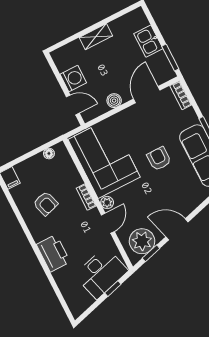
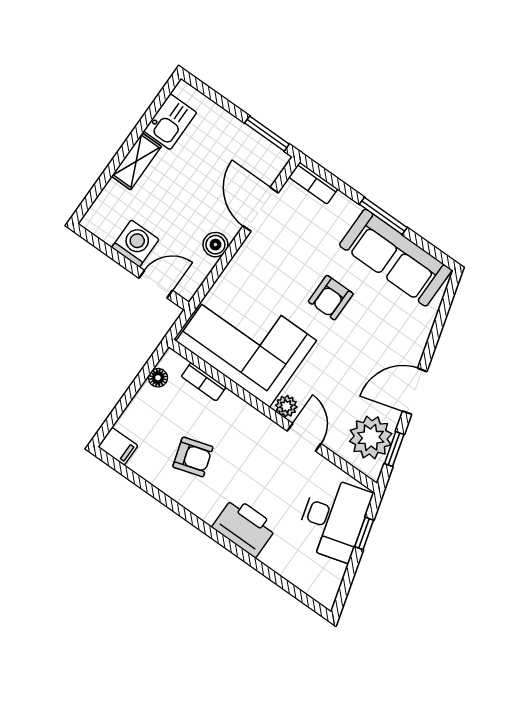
kitchen sink: (148, 41) -> (170, 122), moved, turned -90
armchair: (159, 159) -> (331, 298), turned -90
bookcase: (86, 197) -> (204, 382), moved

